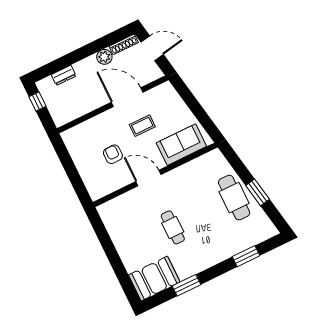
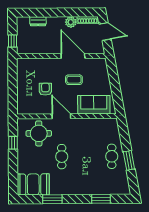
window: (38, 102) -> (12, 41), moved
cafe table: (234, 198) -> (112, 156), width x0.73, depth x0.74
round table: (131, 213) -> (39, 133), added
window: (105, 239) -> (13, 143), added

